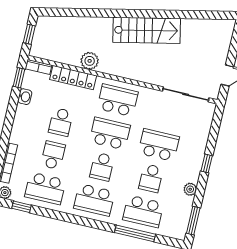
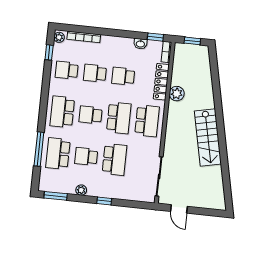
school desk: (53, 155) -> (95, 73), turned 180
school desk: (45, 188) -> (67, 70), width x0.54

